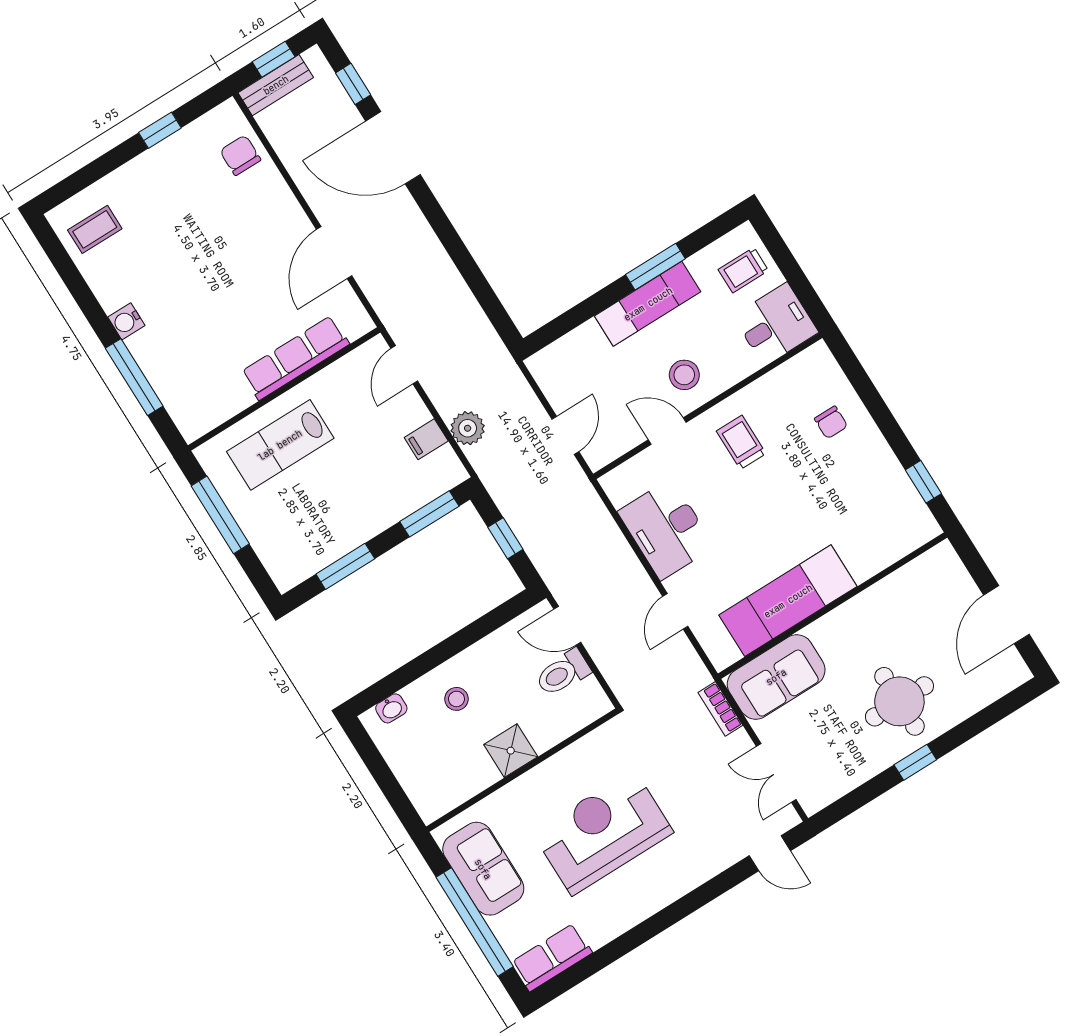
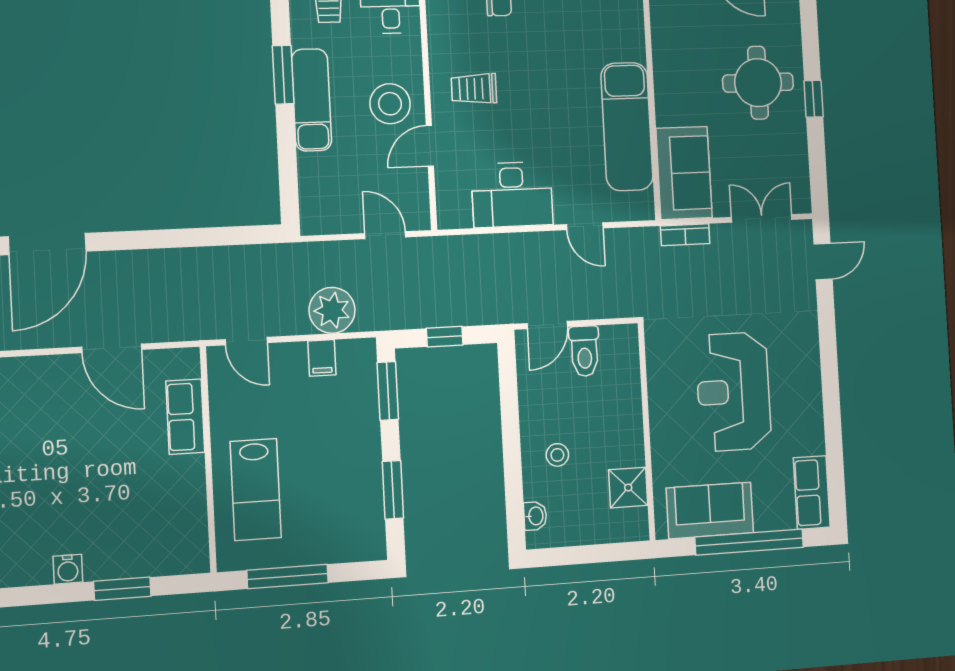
row of seats: (295, 358) -> (185, 417), width x0.68
stool: (684, 375) -> (390, 104), width x1.38, depth x1.38
window: (134, 377) -> (122, 589), width x0.69
plant: (468, 428) -> (332, 310), width x1.36, depth x1.36
shower: (511, 751) -> (628, 488), moved
double door: (776, 773) -> (762, 218), swing flipped

